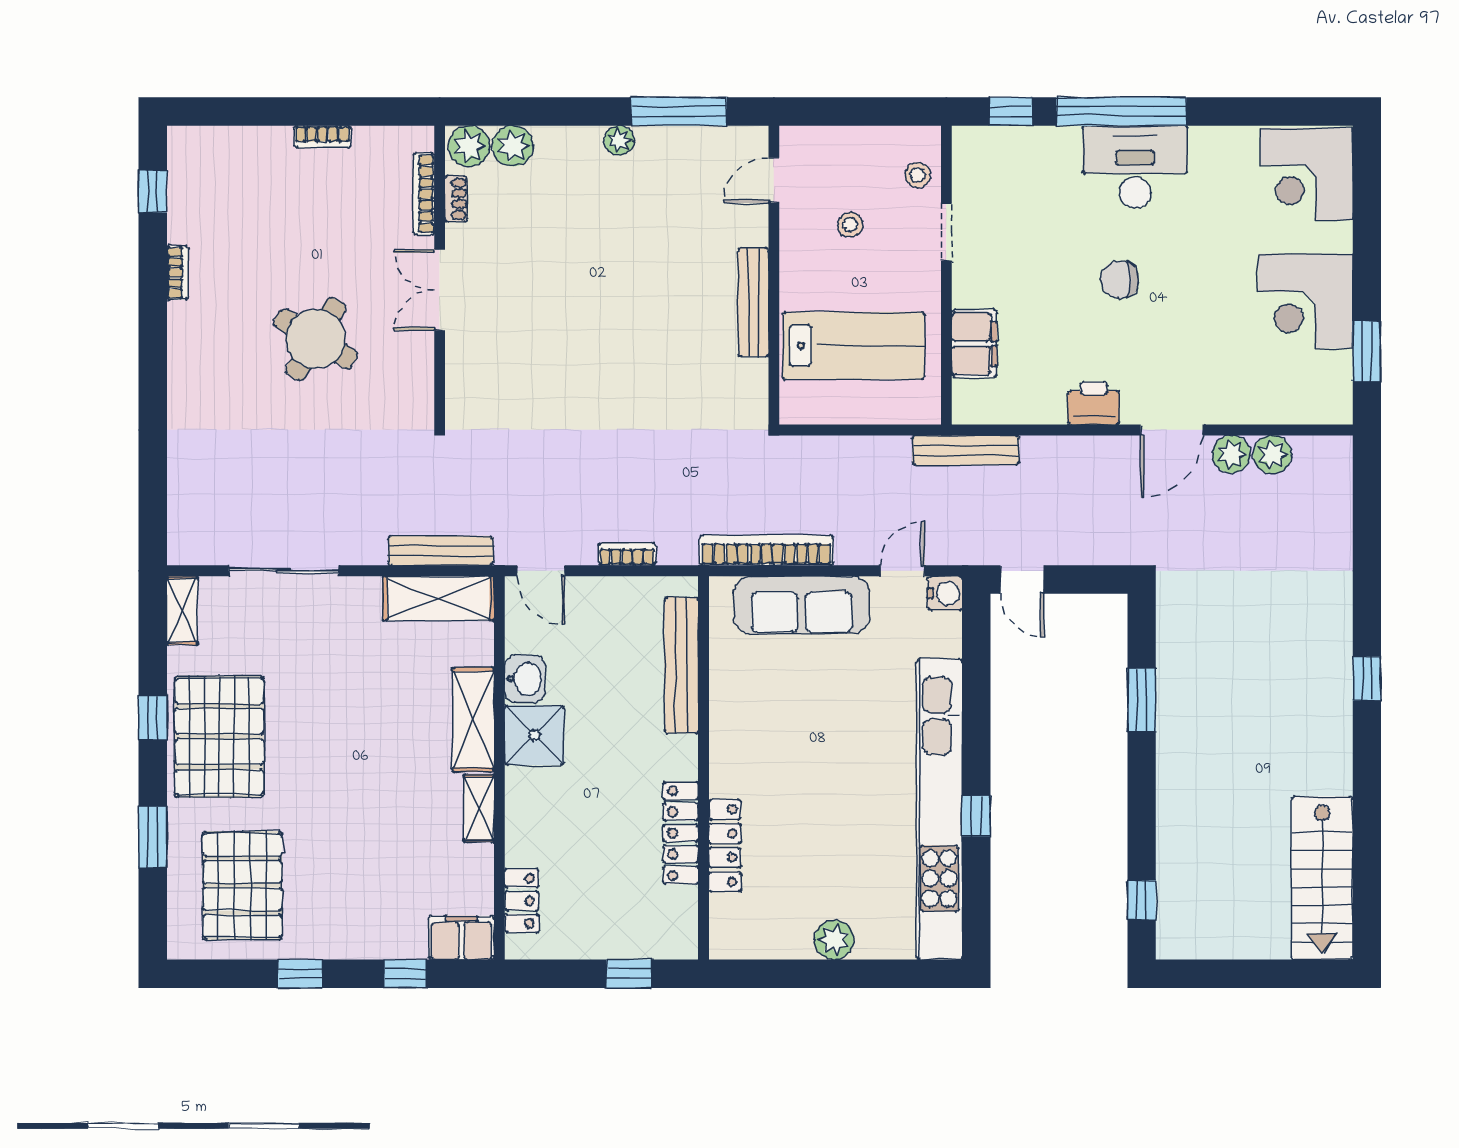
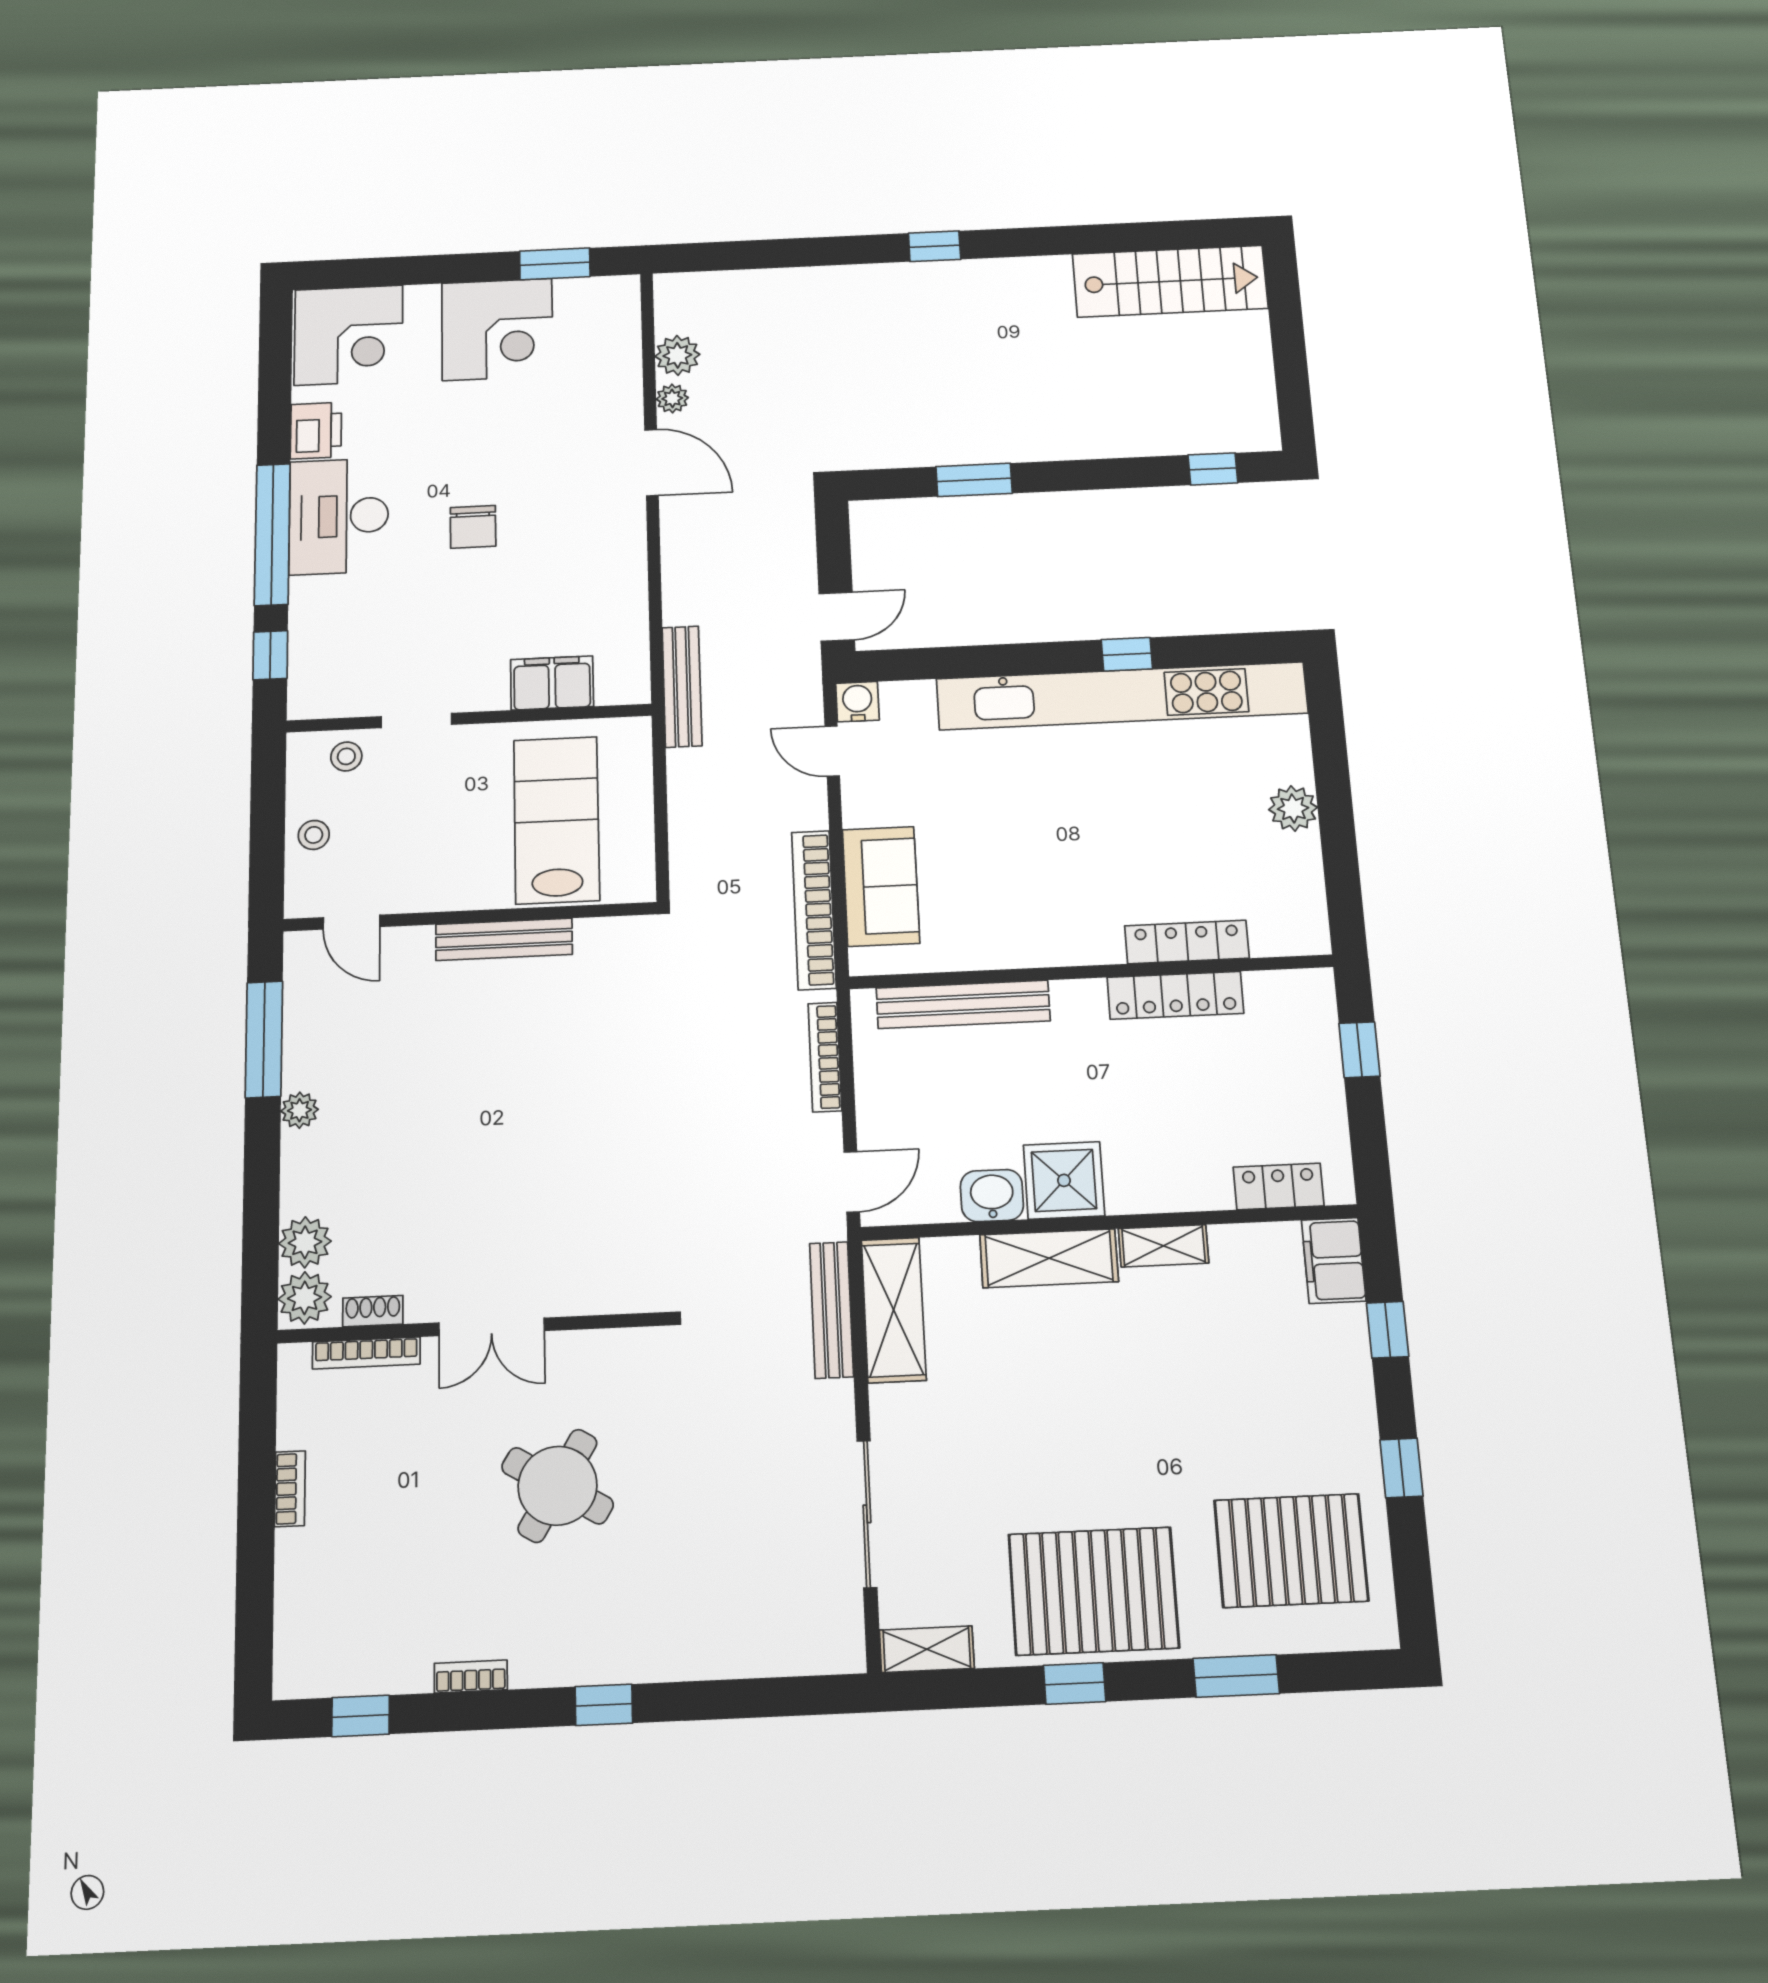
stool: (850, 225) -> (314, 835), moved
window: (153, 371) -> (604, 1705), added
printer: (1094, 403) -> (316, 431), moved, turned 180
plant: (1231, 454) -> (672, 398), width x0.73, depth x0.73
bookcase: (627, 554) -> (825, 1057), width x1.56
sofa: (802, 605) -> (881, 886), width x0.73

